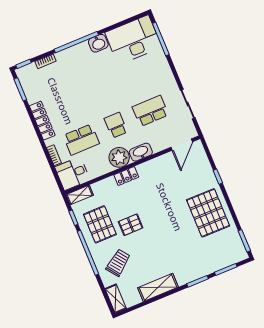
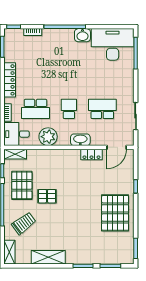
plant: (119, 157) -> (48, 137), moved
locker: (126, 176) -> (91, 154), moved

